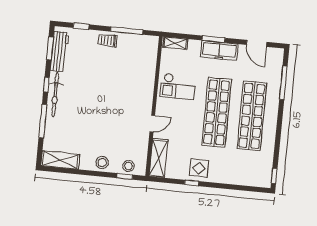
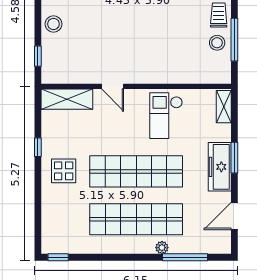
plant: (275, 99) -> (162, 248), added
stool: (128, 166) -> (217, 43), moved
display table: (199, 168) -> (64, 171), moved

